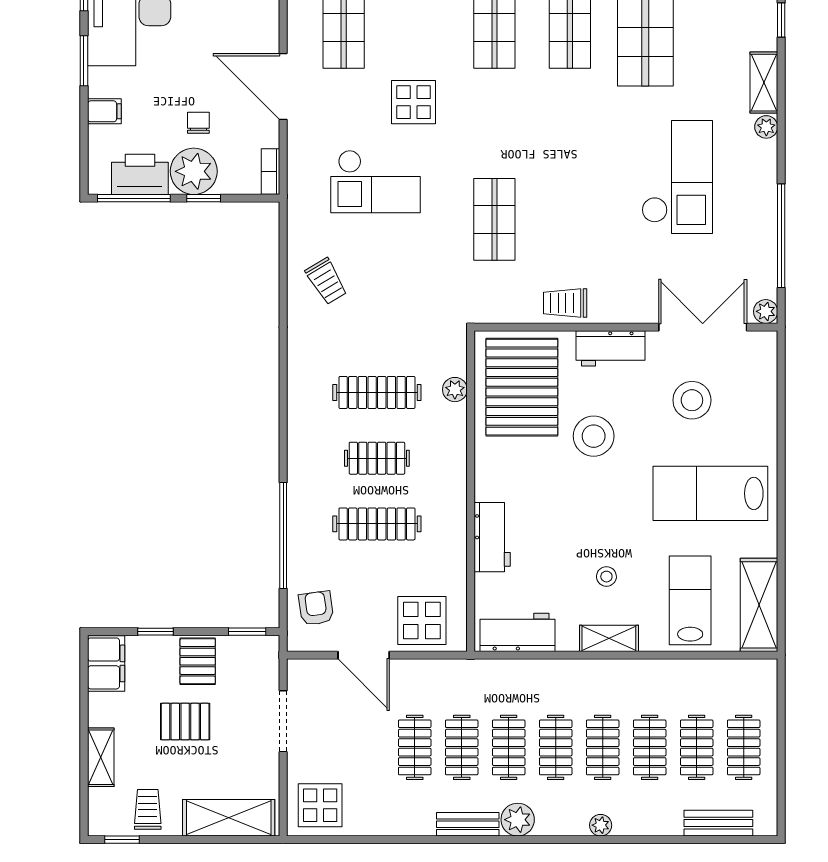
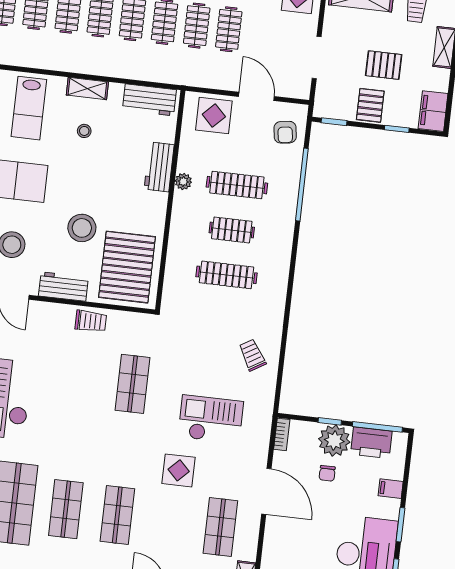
plant: (455, 390) -> (183, 181), moved

